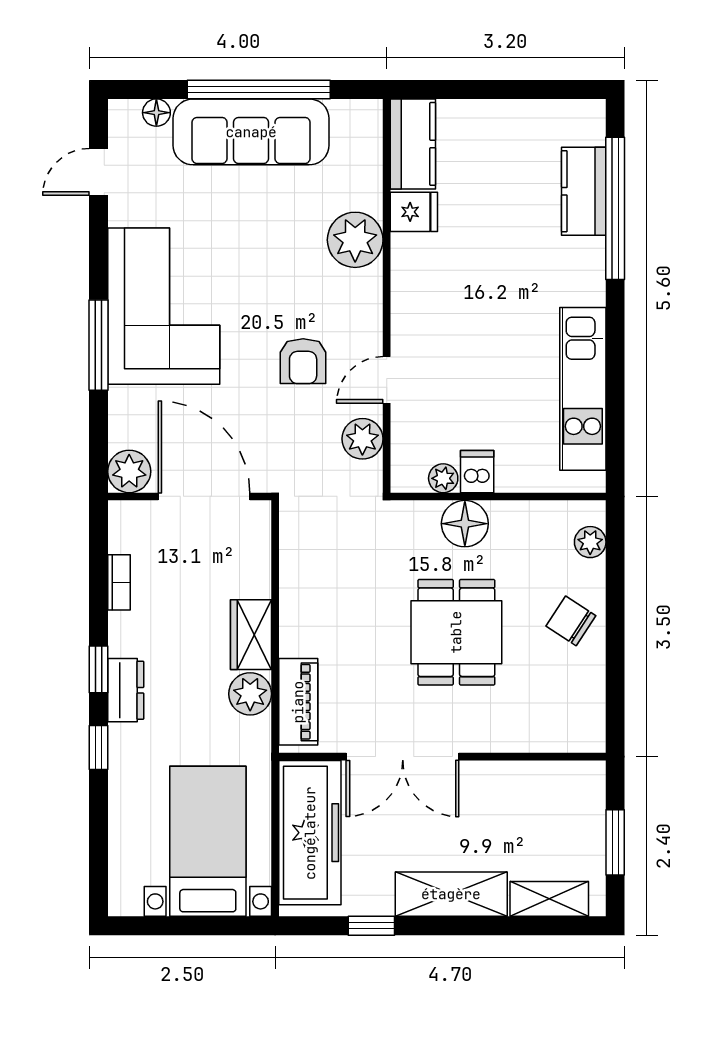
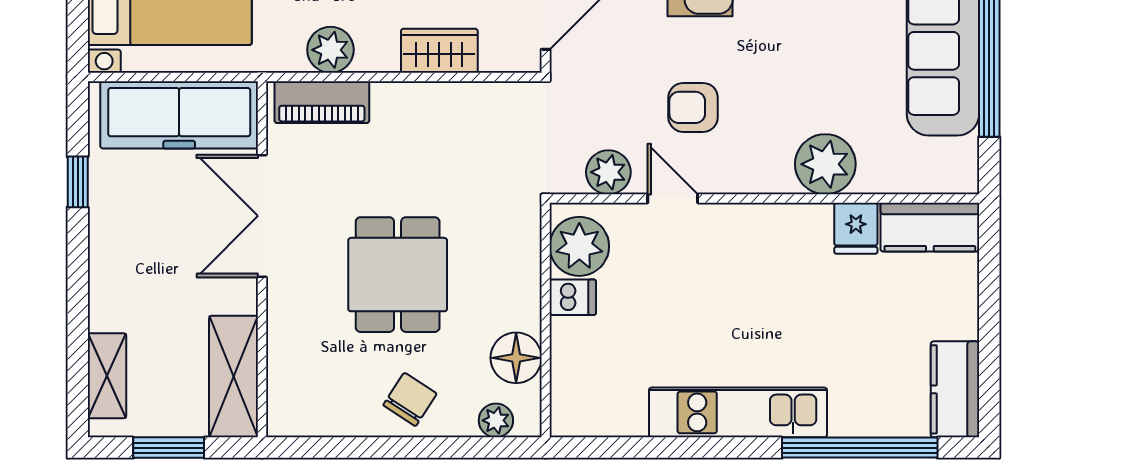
kitchen counter: (584, 191) -> (955, 389), moved, turned -90
kitchen unit: (583, 389) -> (738, 412), moved
plant: (443, 478) -> (579, 246), width x1.88, depth x1.88
floor lamp: (465, 524) -> (516, 358), moved
dining table: (456, 632) -> (398, 275), turned 90
wardrobe: (251, 635) -> (439, 51), moved
shelving: (451, 894) -> (234, 377), moved

